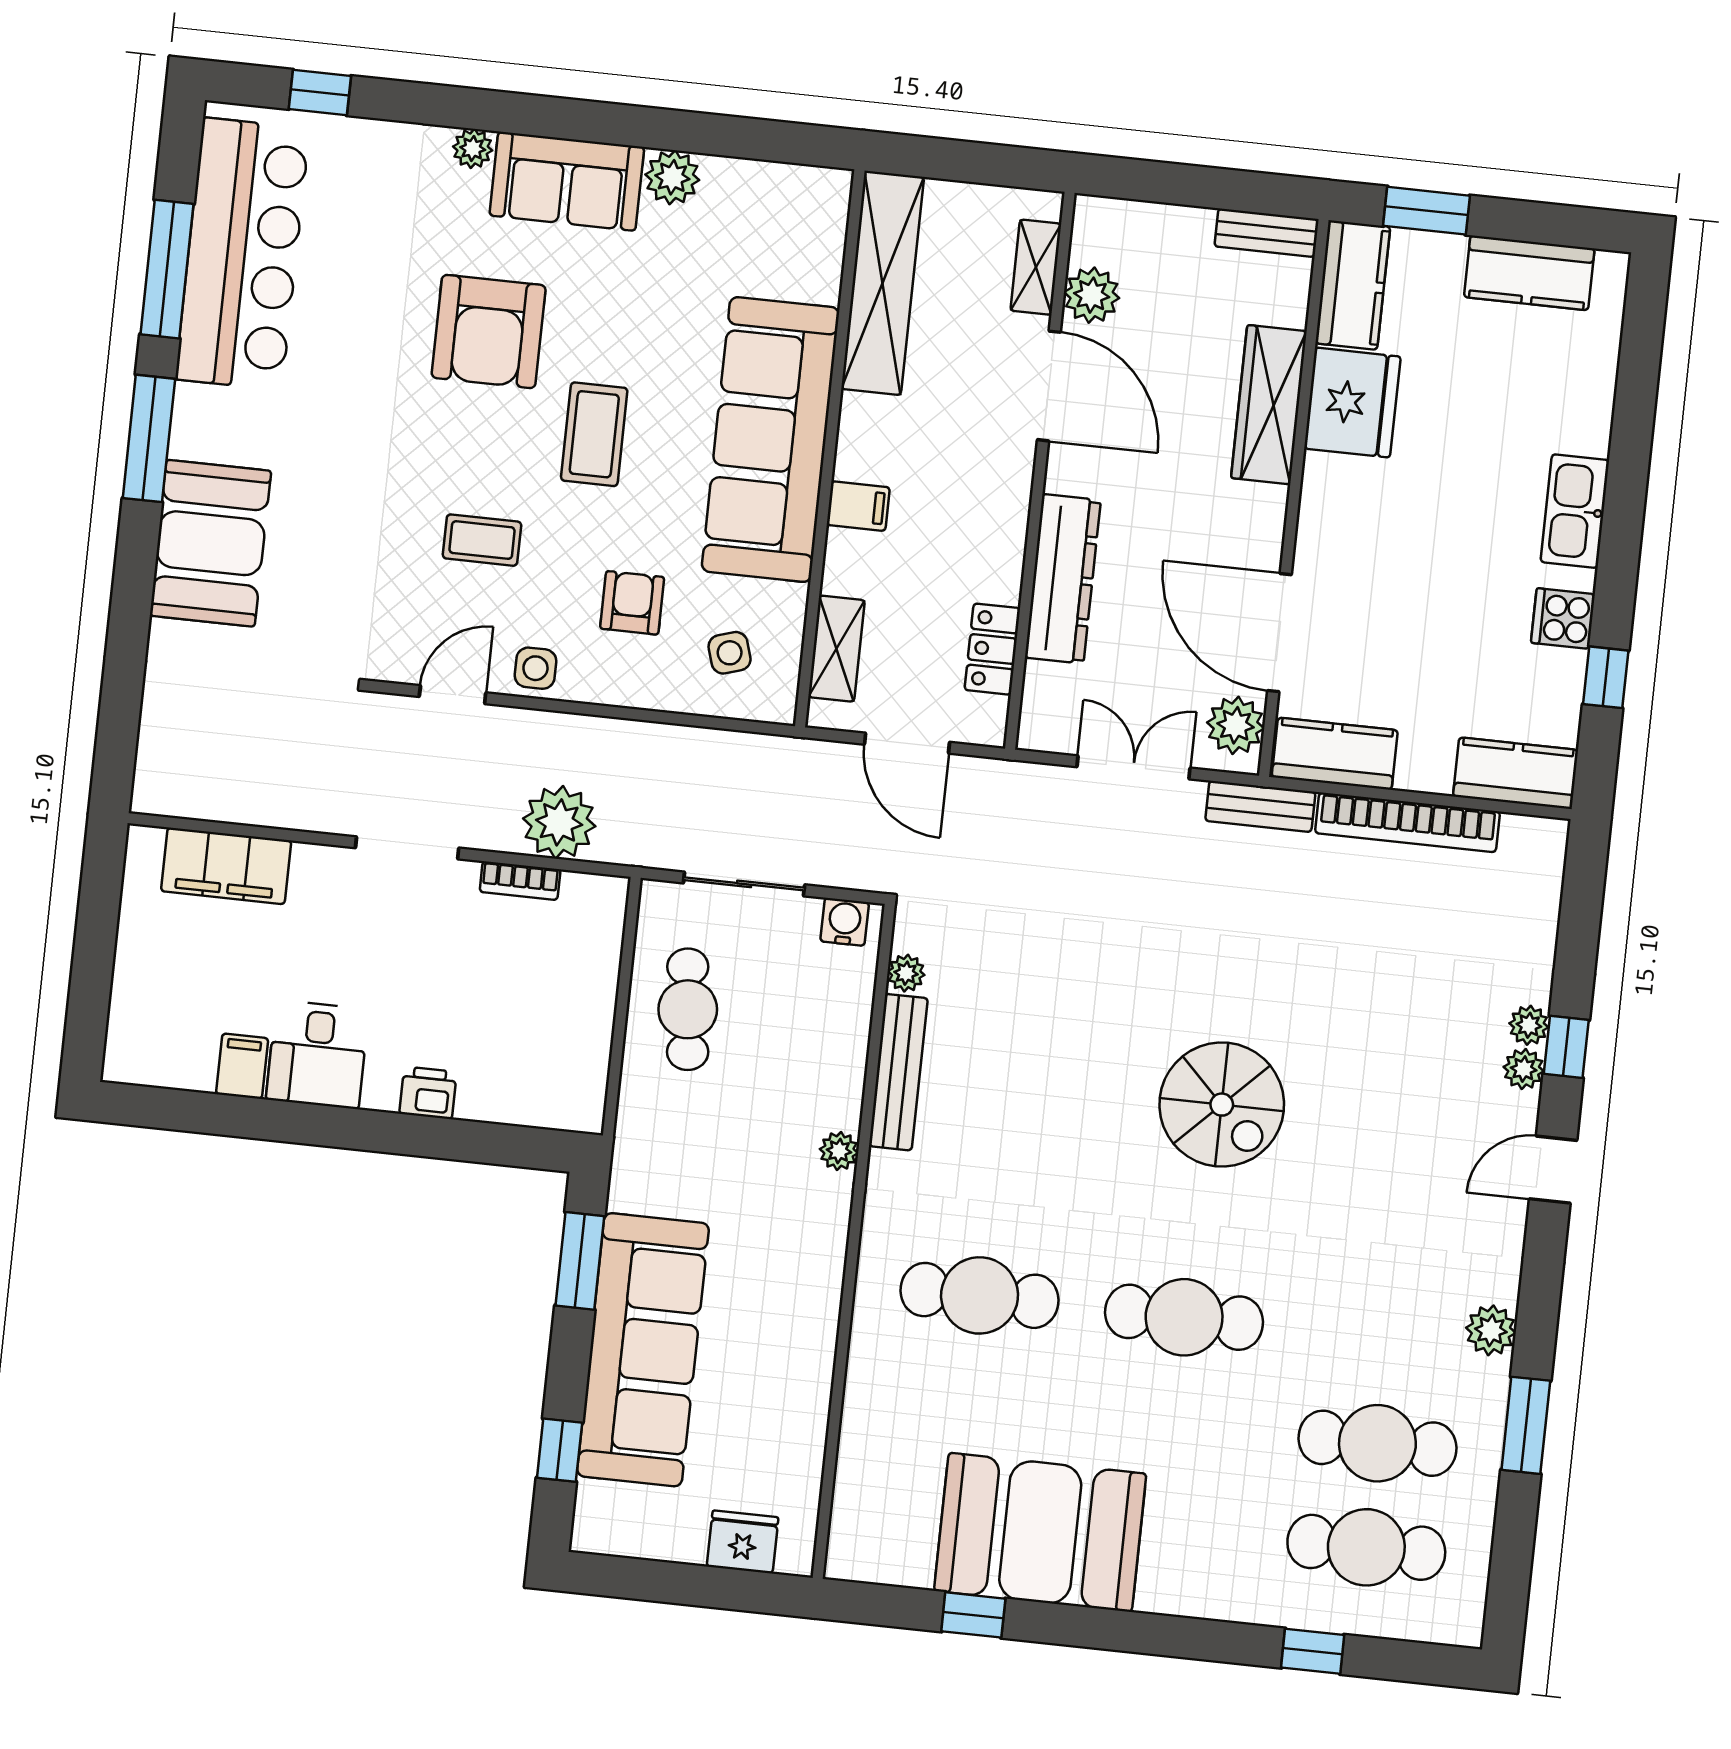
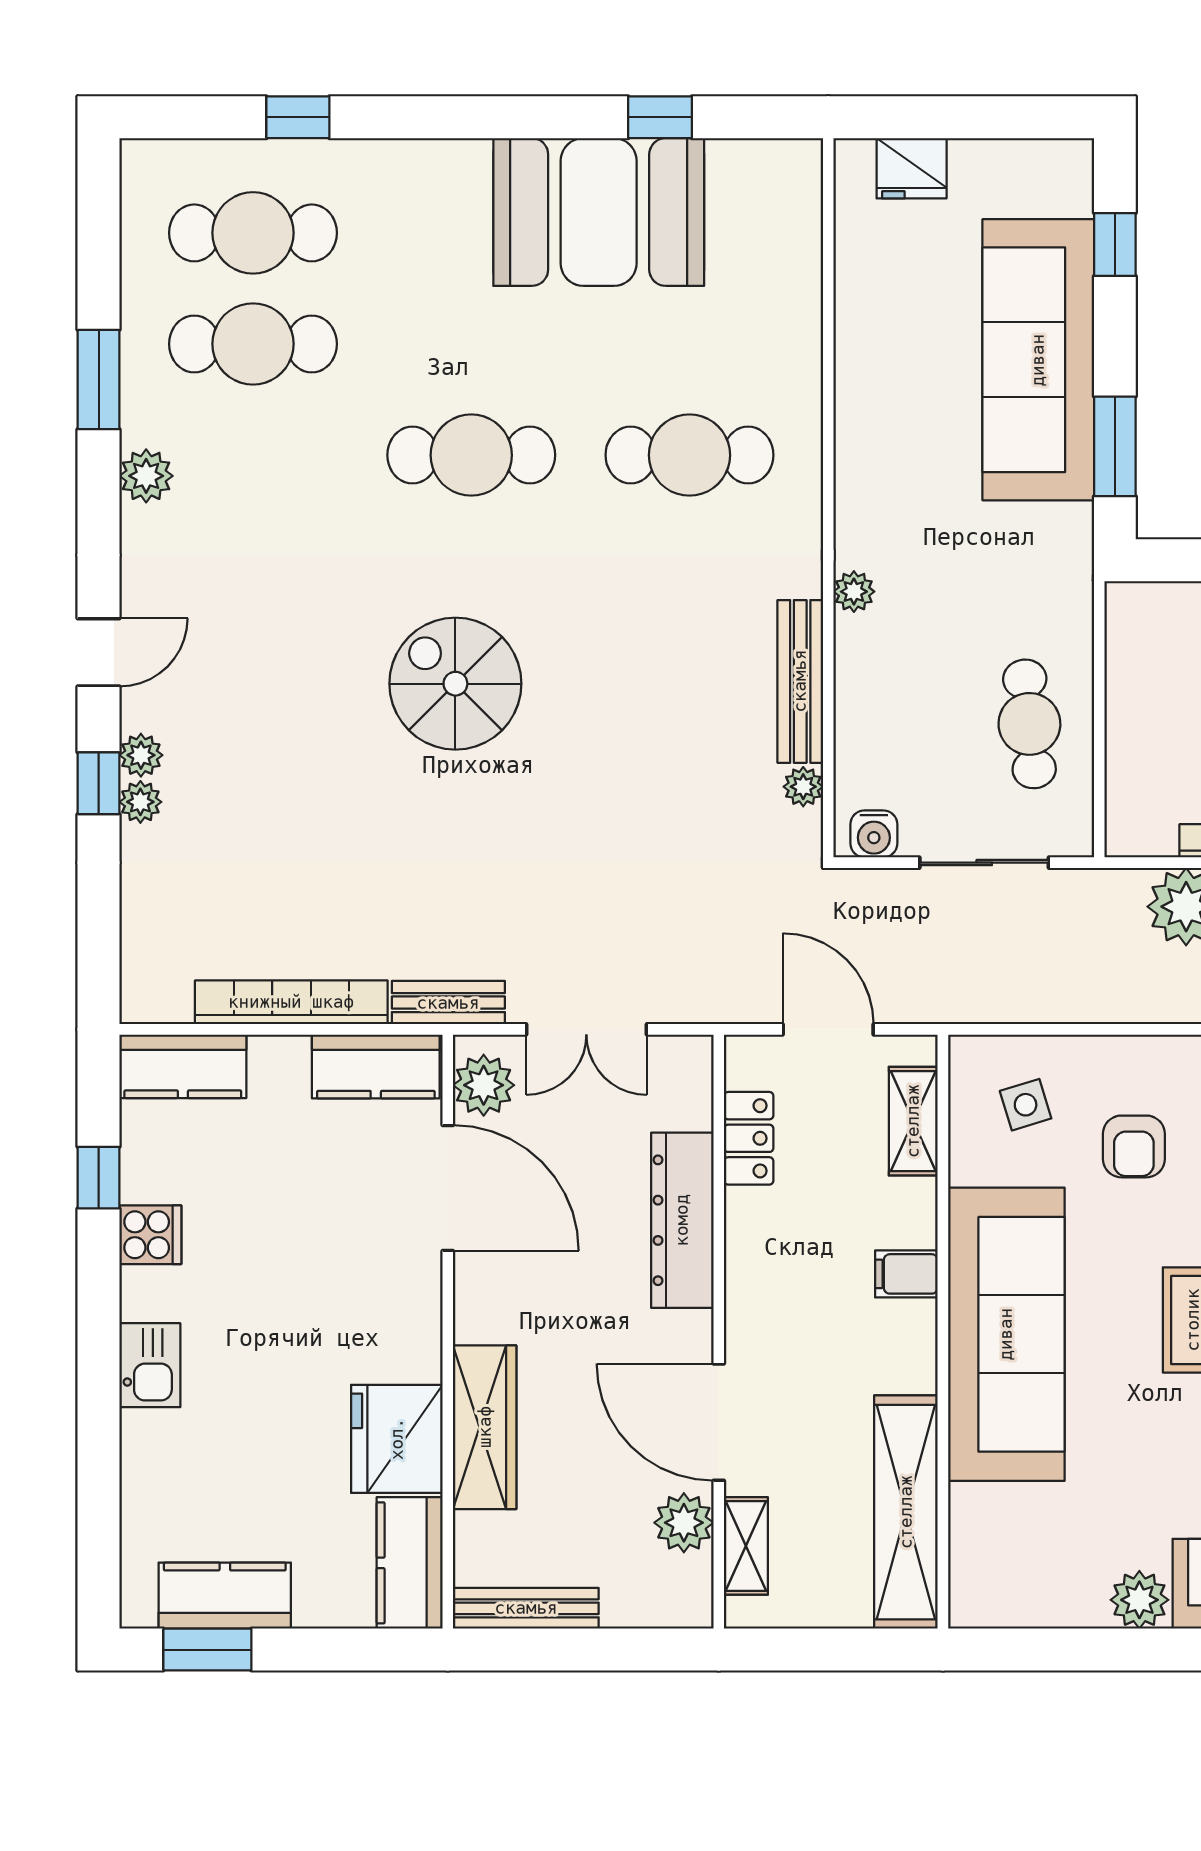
window: (1427, 211) -> (207, 1650), moved
bench: (1267, 233) -> (526, 1608), width x1.36
kitchen sink: (1575, 511) -> (150, 1365), width x0.73

